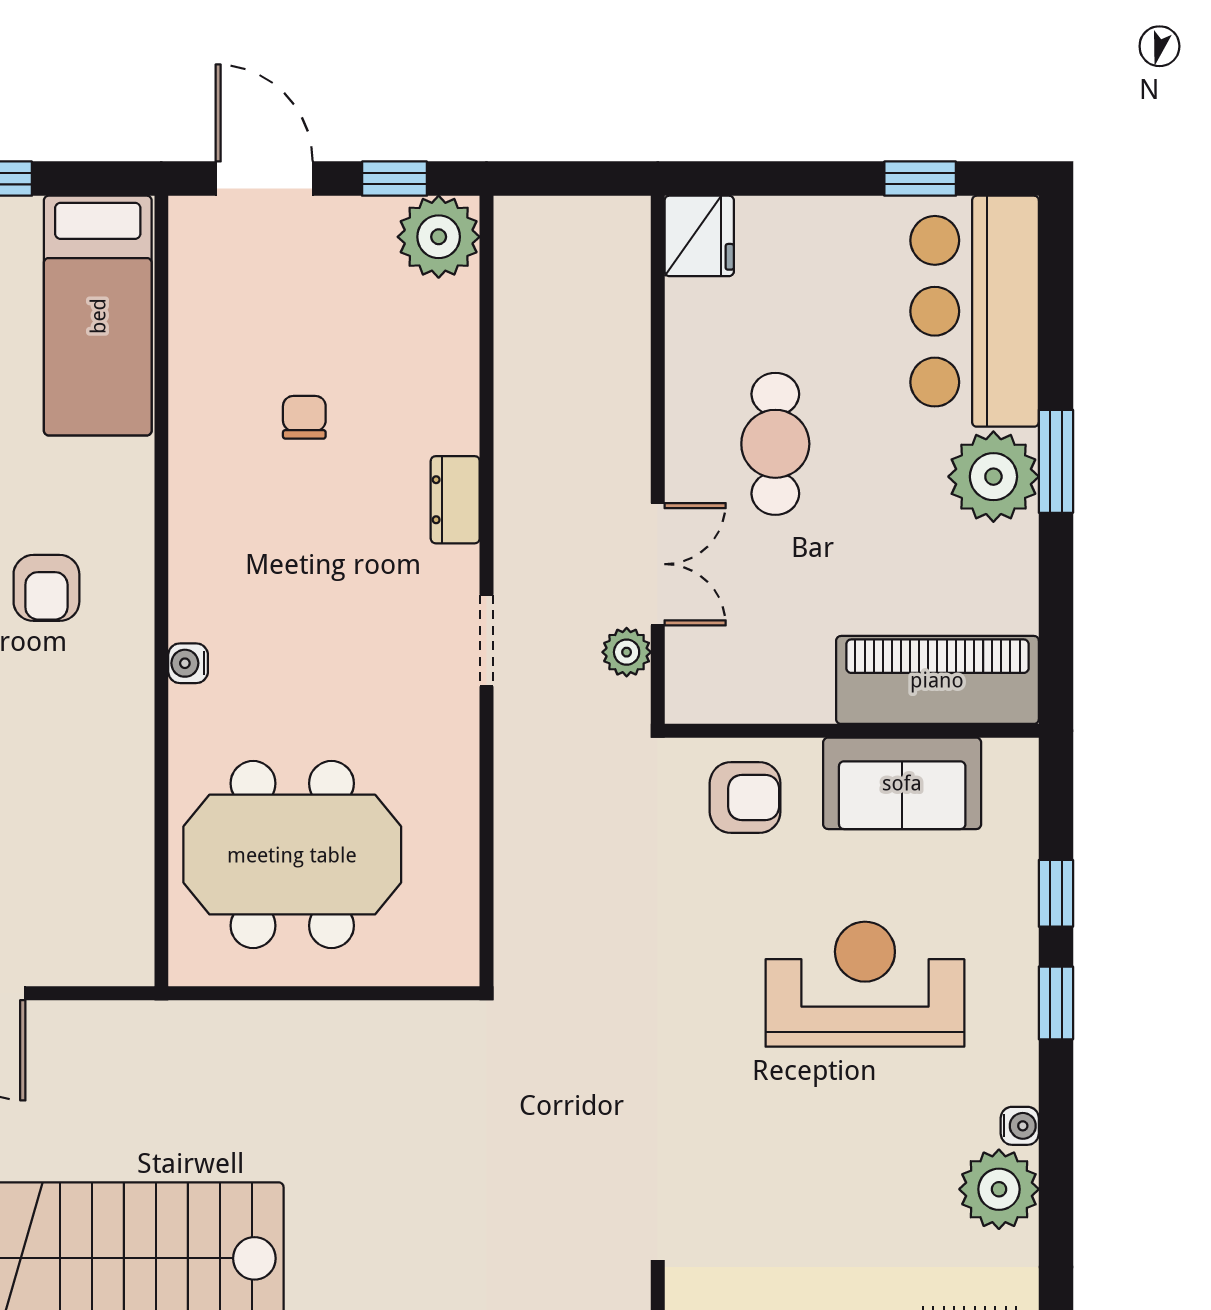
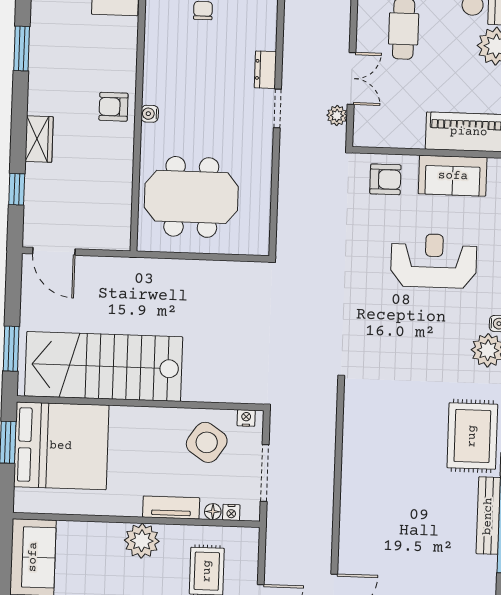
dresser: (455, 500) -> (265, 70), moved
armchair: (46, 588) -> (113, 107), moved, turned 90

